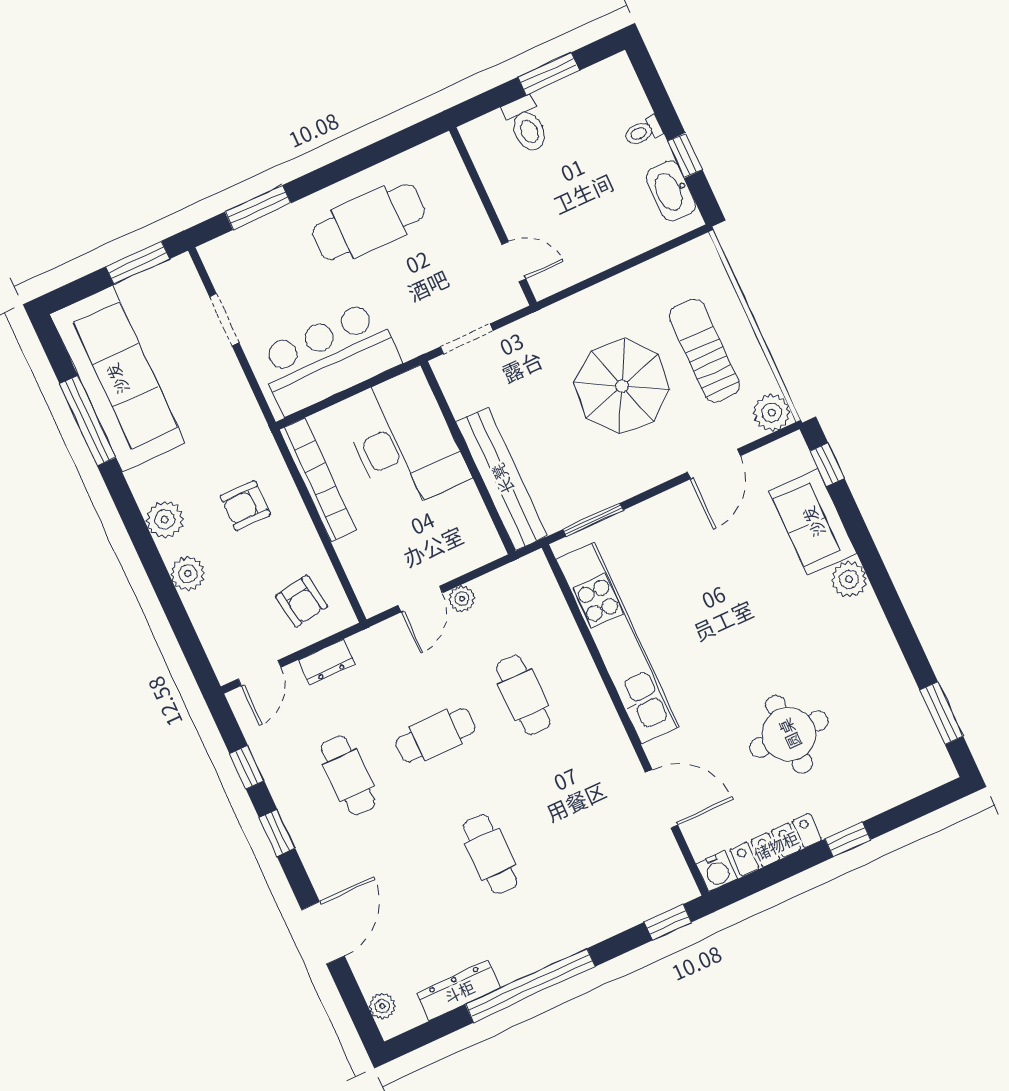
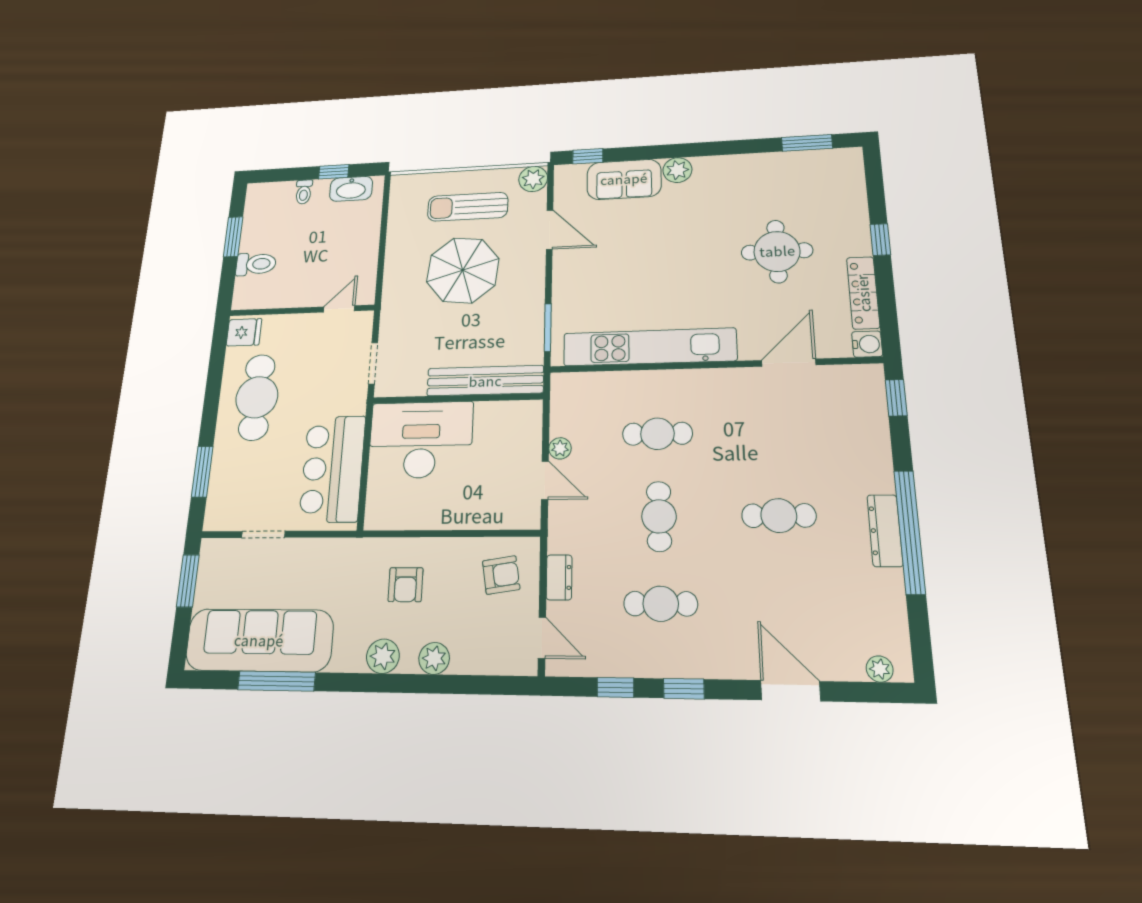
fridge: (437, 160) -> (244, 332), added
bookcase: (318, 480) -> (416, 518), removed
dresser: (459, 991) -> (885, 531), moved

